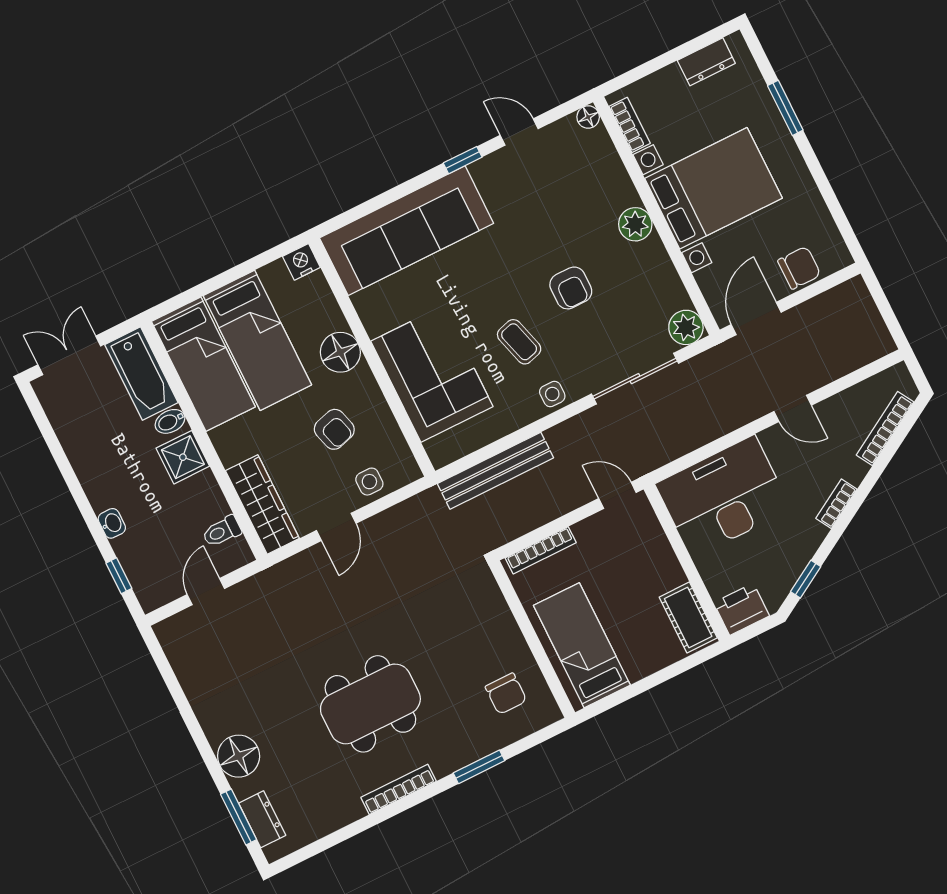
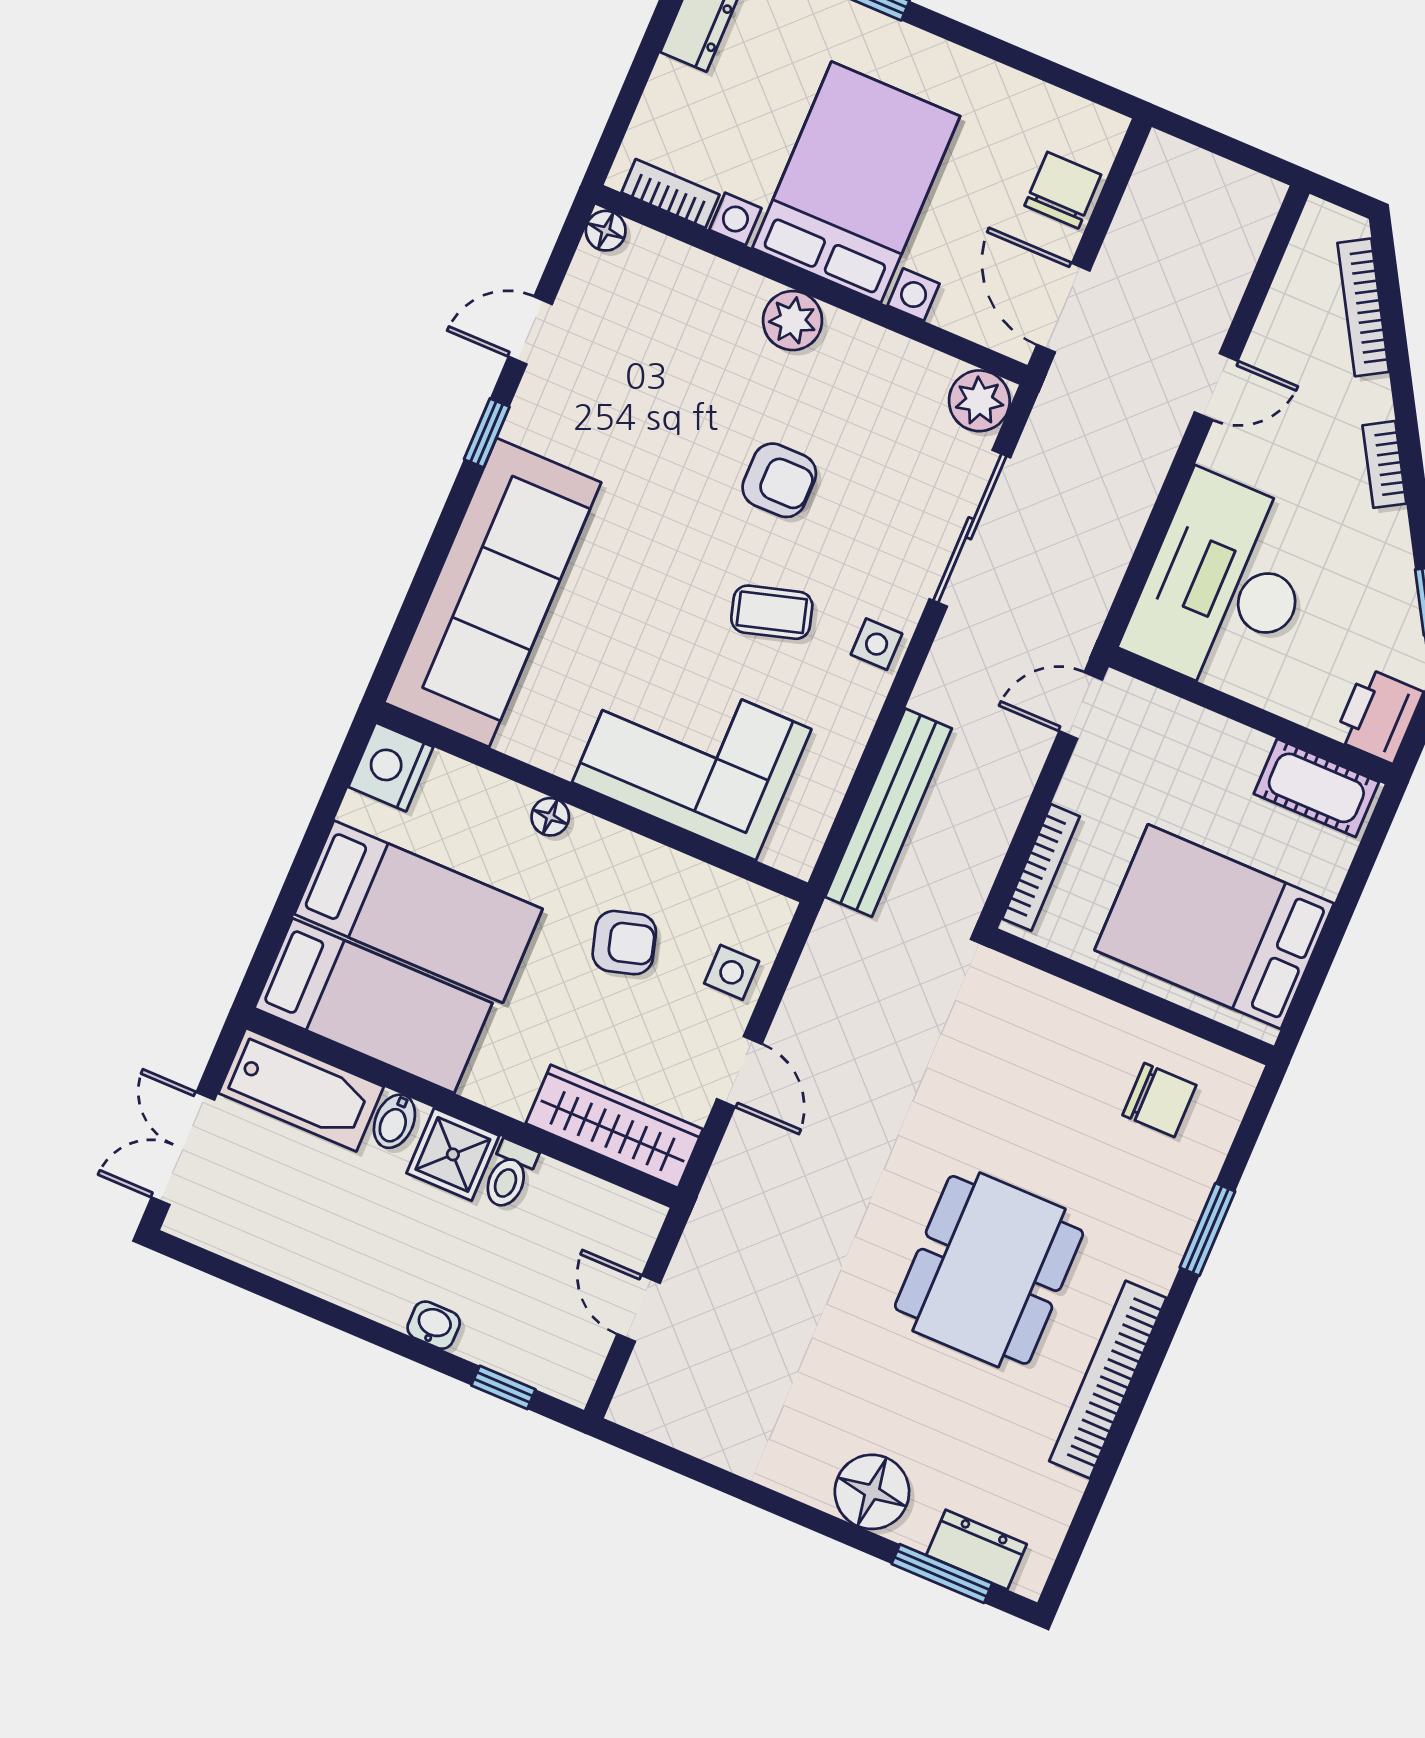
nightstand: (301, 262) -> (391, 767), width x1.36, depth x1.33
floor lamp: (340, 352) -> (550, 817), width x0.53, depth x0.53
toilet: (222, 531) -> (509, 1175), moved
bed: (582, 645) -> (1214, 927), width x1.50
bookcase: (399, 789) -> (1108, 1380), width x1.48, depth x1.31

